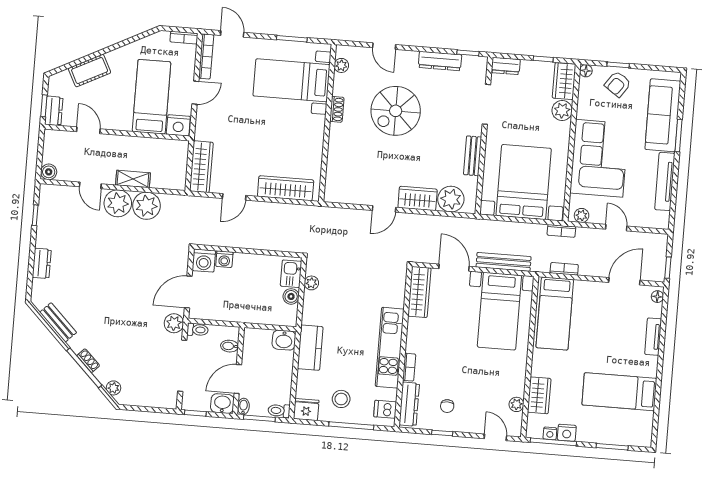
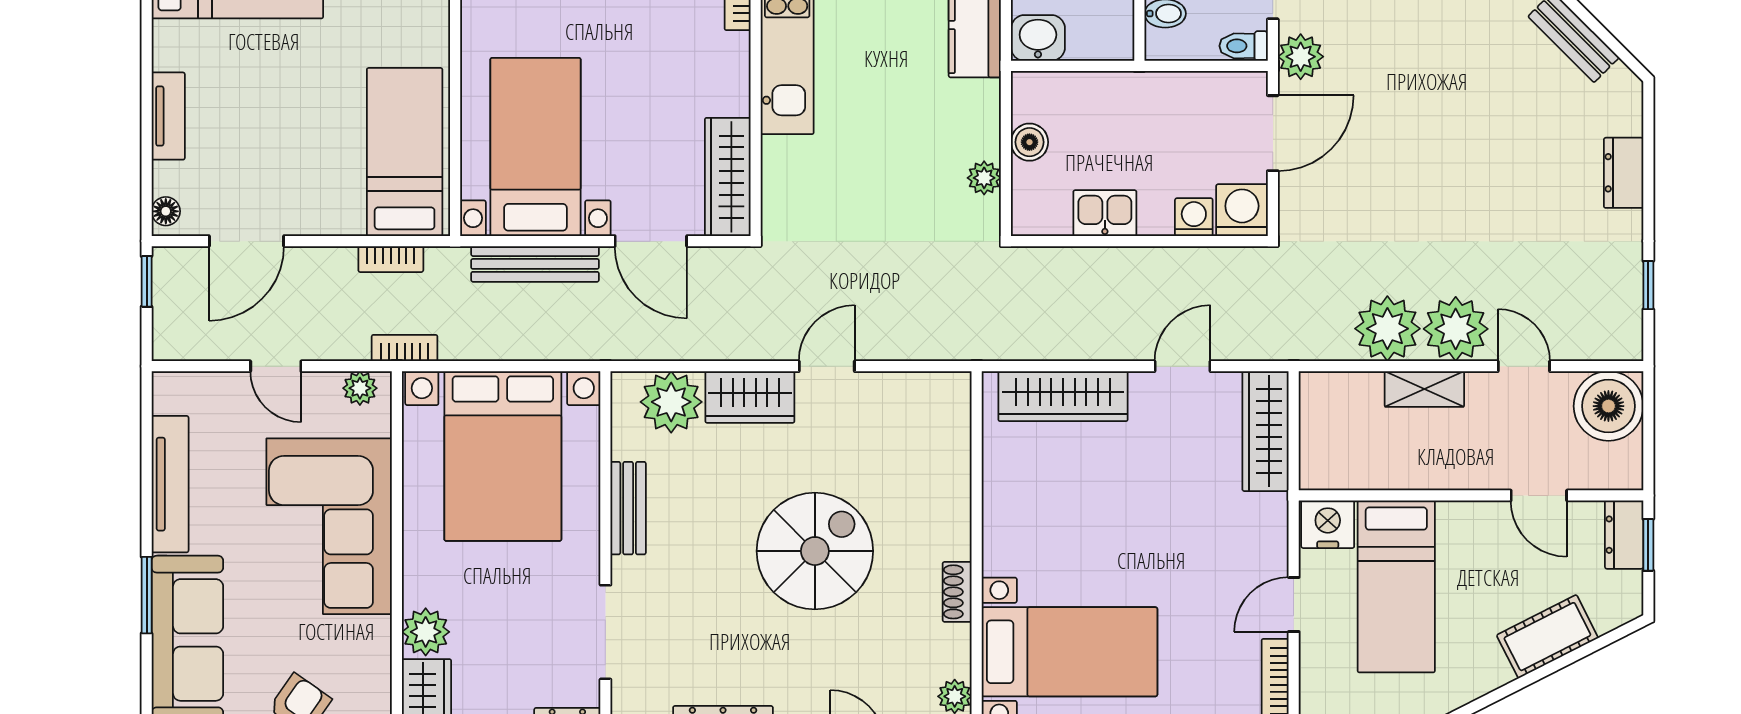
spiral stairs: (396, 111) -> (815, 551), moved
boiler: (49, 172) -> (1608, 406), width x1.86, depth x1.86
kitchen sink: (291, 274) -> (1105, 213), moved, turned -90

